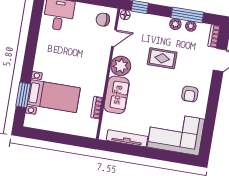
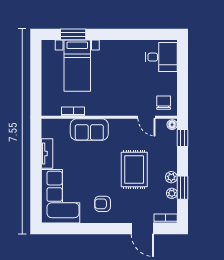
window: (187, 15) -> (183, 188), width x0.69
rug: (162, 58) -> (134, 170), width x1.36, depth x1.43
plant: (121, 66) -> (119, 129), removed
tv unit: (127, 138) -> (47, 154), width x0.71

